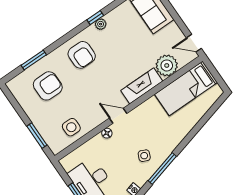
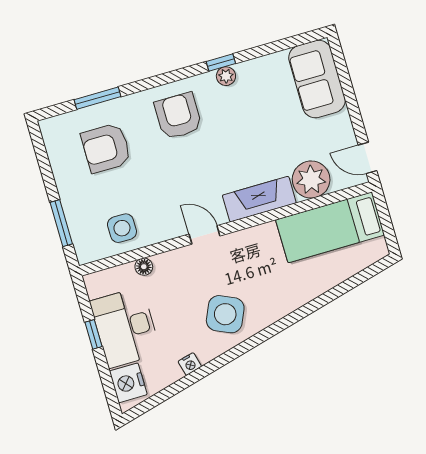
armchair: (82, 55) -> (178, 116), turned 180
armchair: (48, 86) -> (106, 148), turned 180
floor lamp: (107, 133) -> (144, 267), moved
side table: (144, 156) -> (225, 314), width x1.87, depth x1.87
window: (162, 169) -> (248, 345), removed

